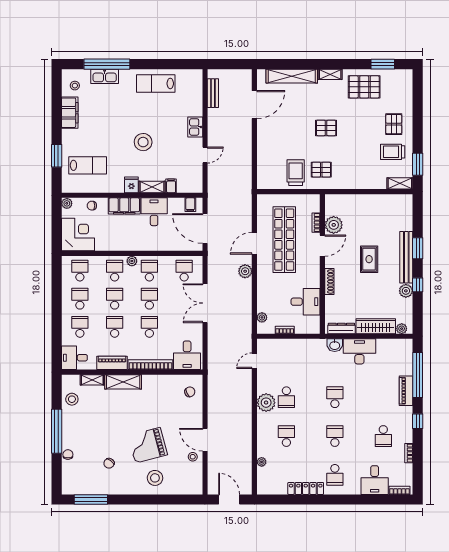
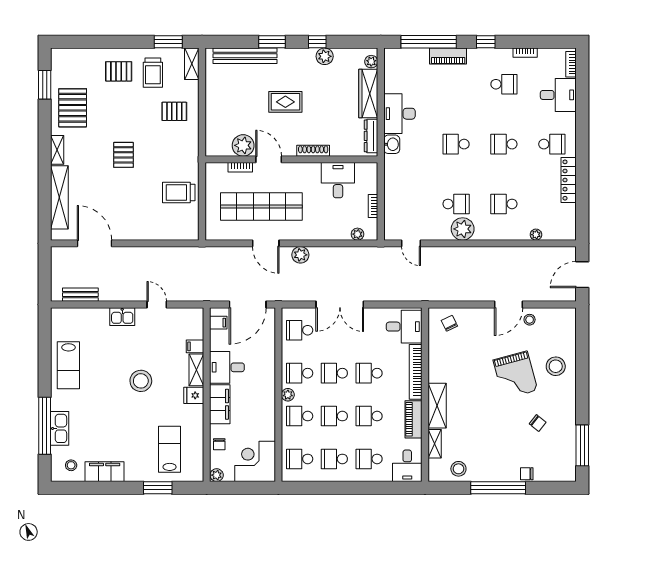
pallet: (321, 170) -> (174, 111), moved, turned 90
bench: (406, 257) -> (245, 56), moved

